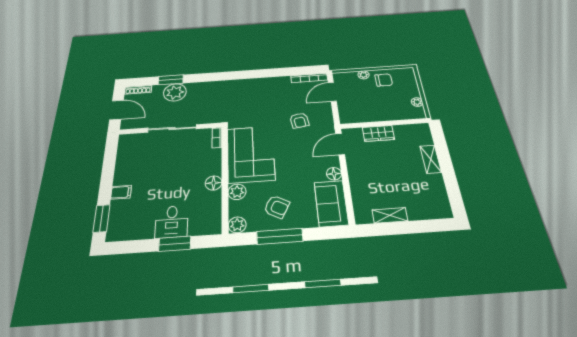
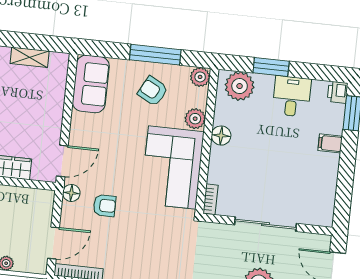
armchair: (299, 120) -> (105, 206), turned 99
floor lamp: (334, 174) -> (71, 193), moved
desk: (172, 222) -> (292, 96), moved
plant: (202, 223) -> (240, 86), added
printer: (114, 233) -> (338, 92), added

